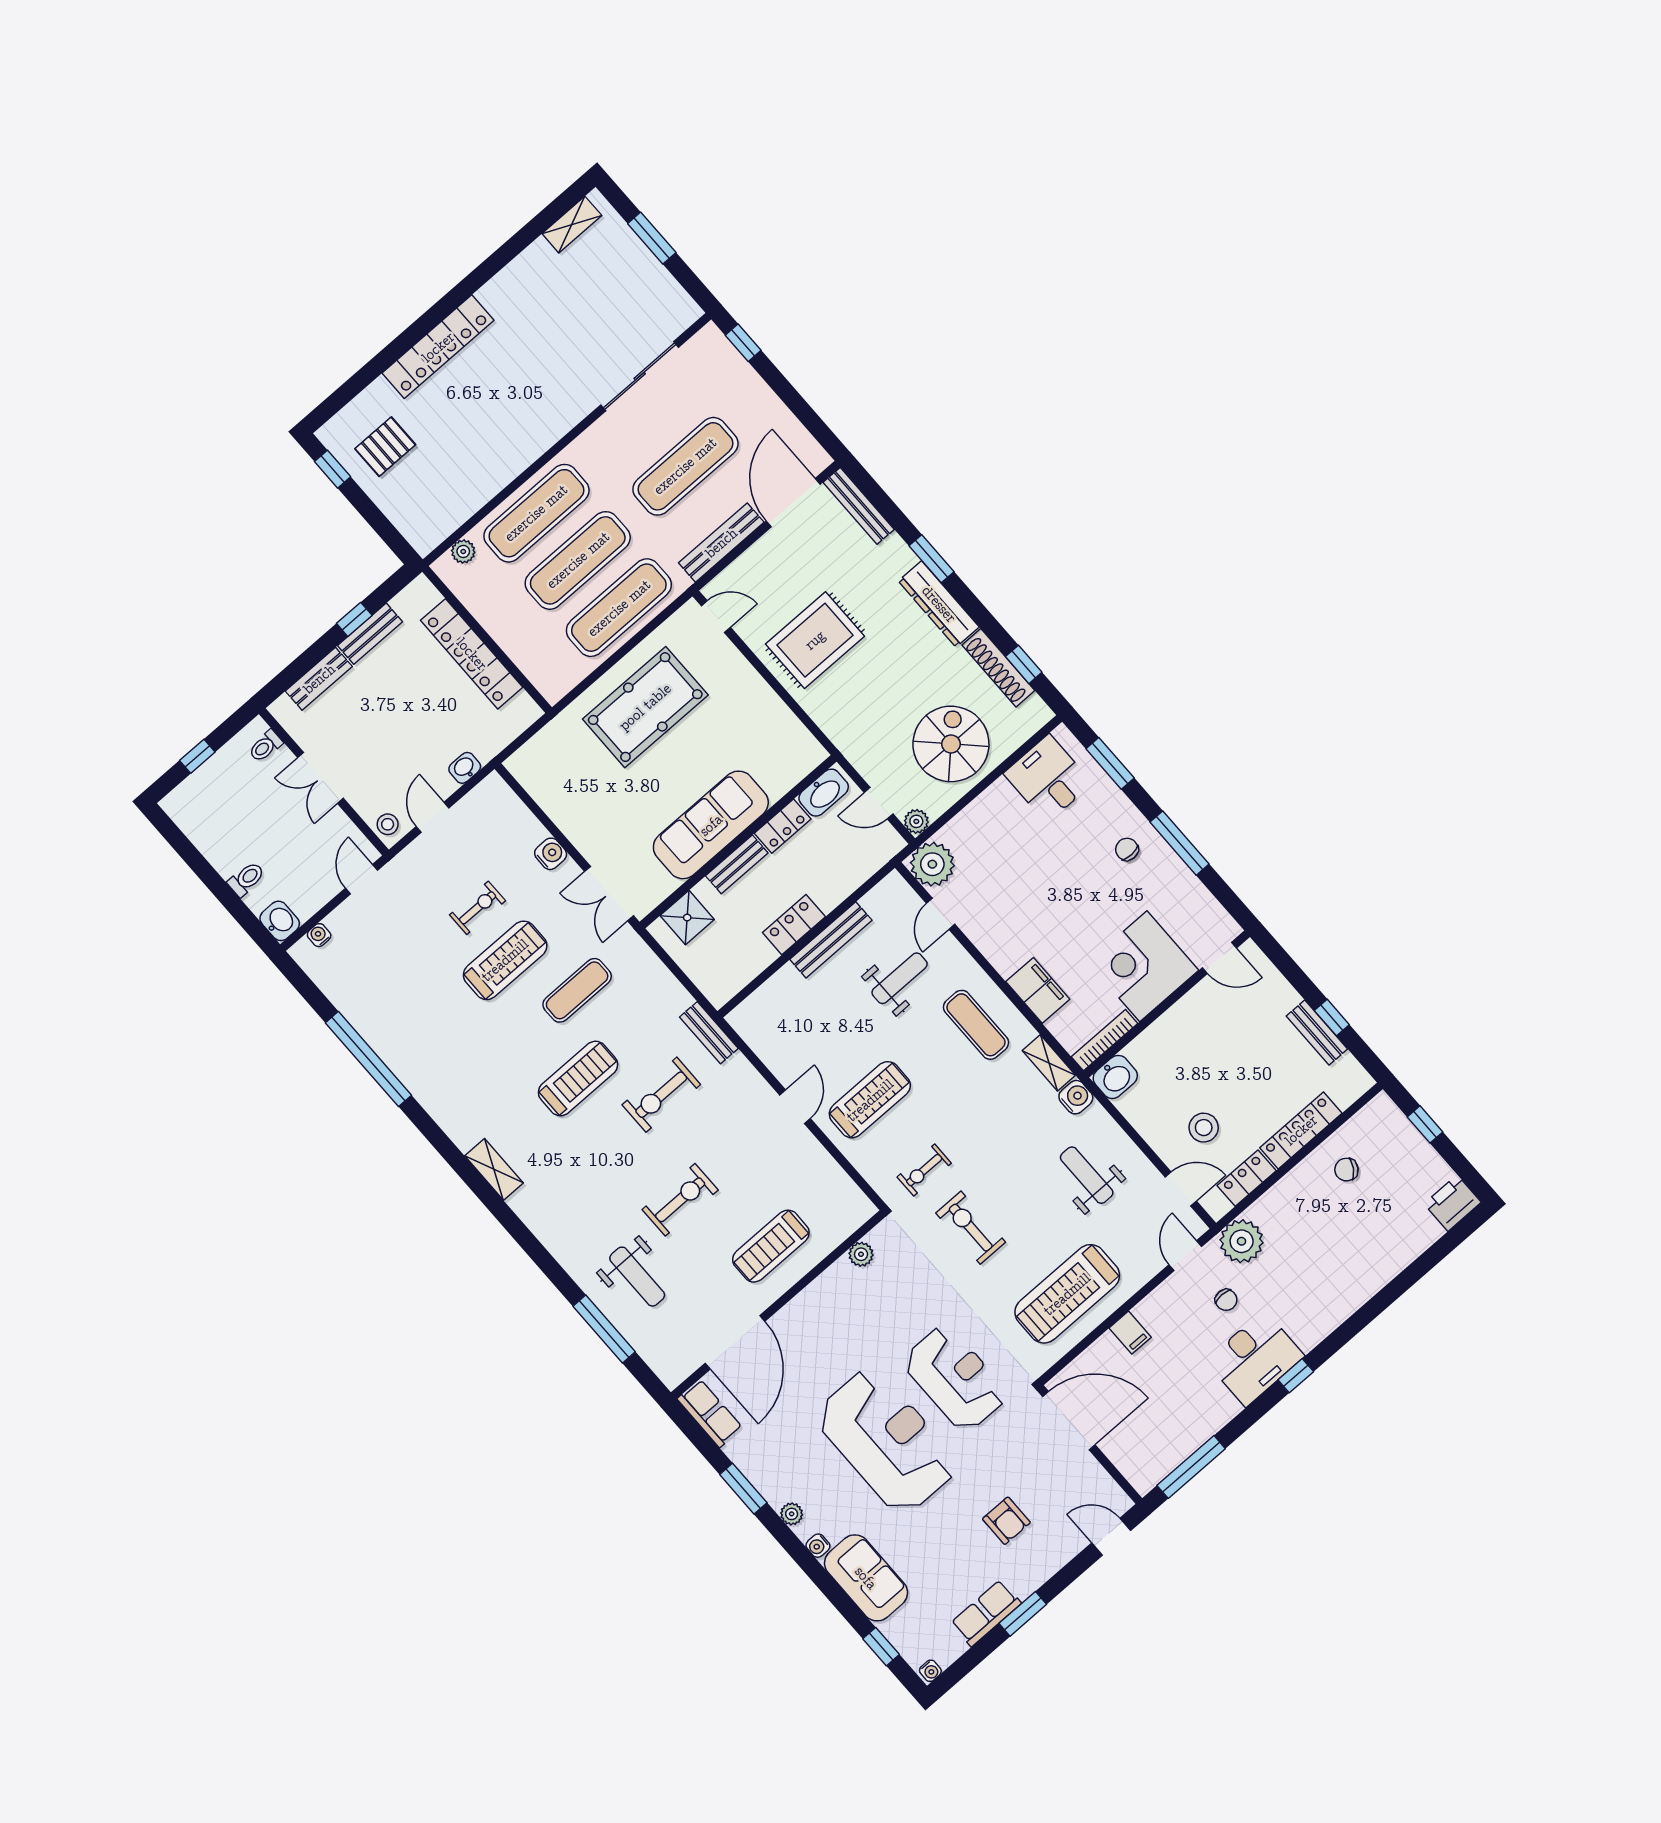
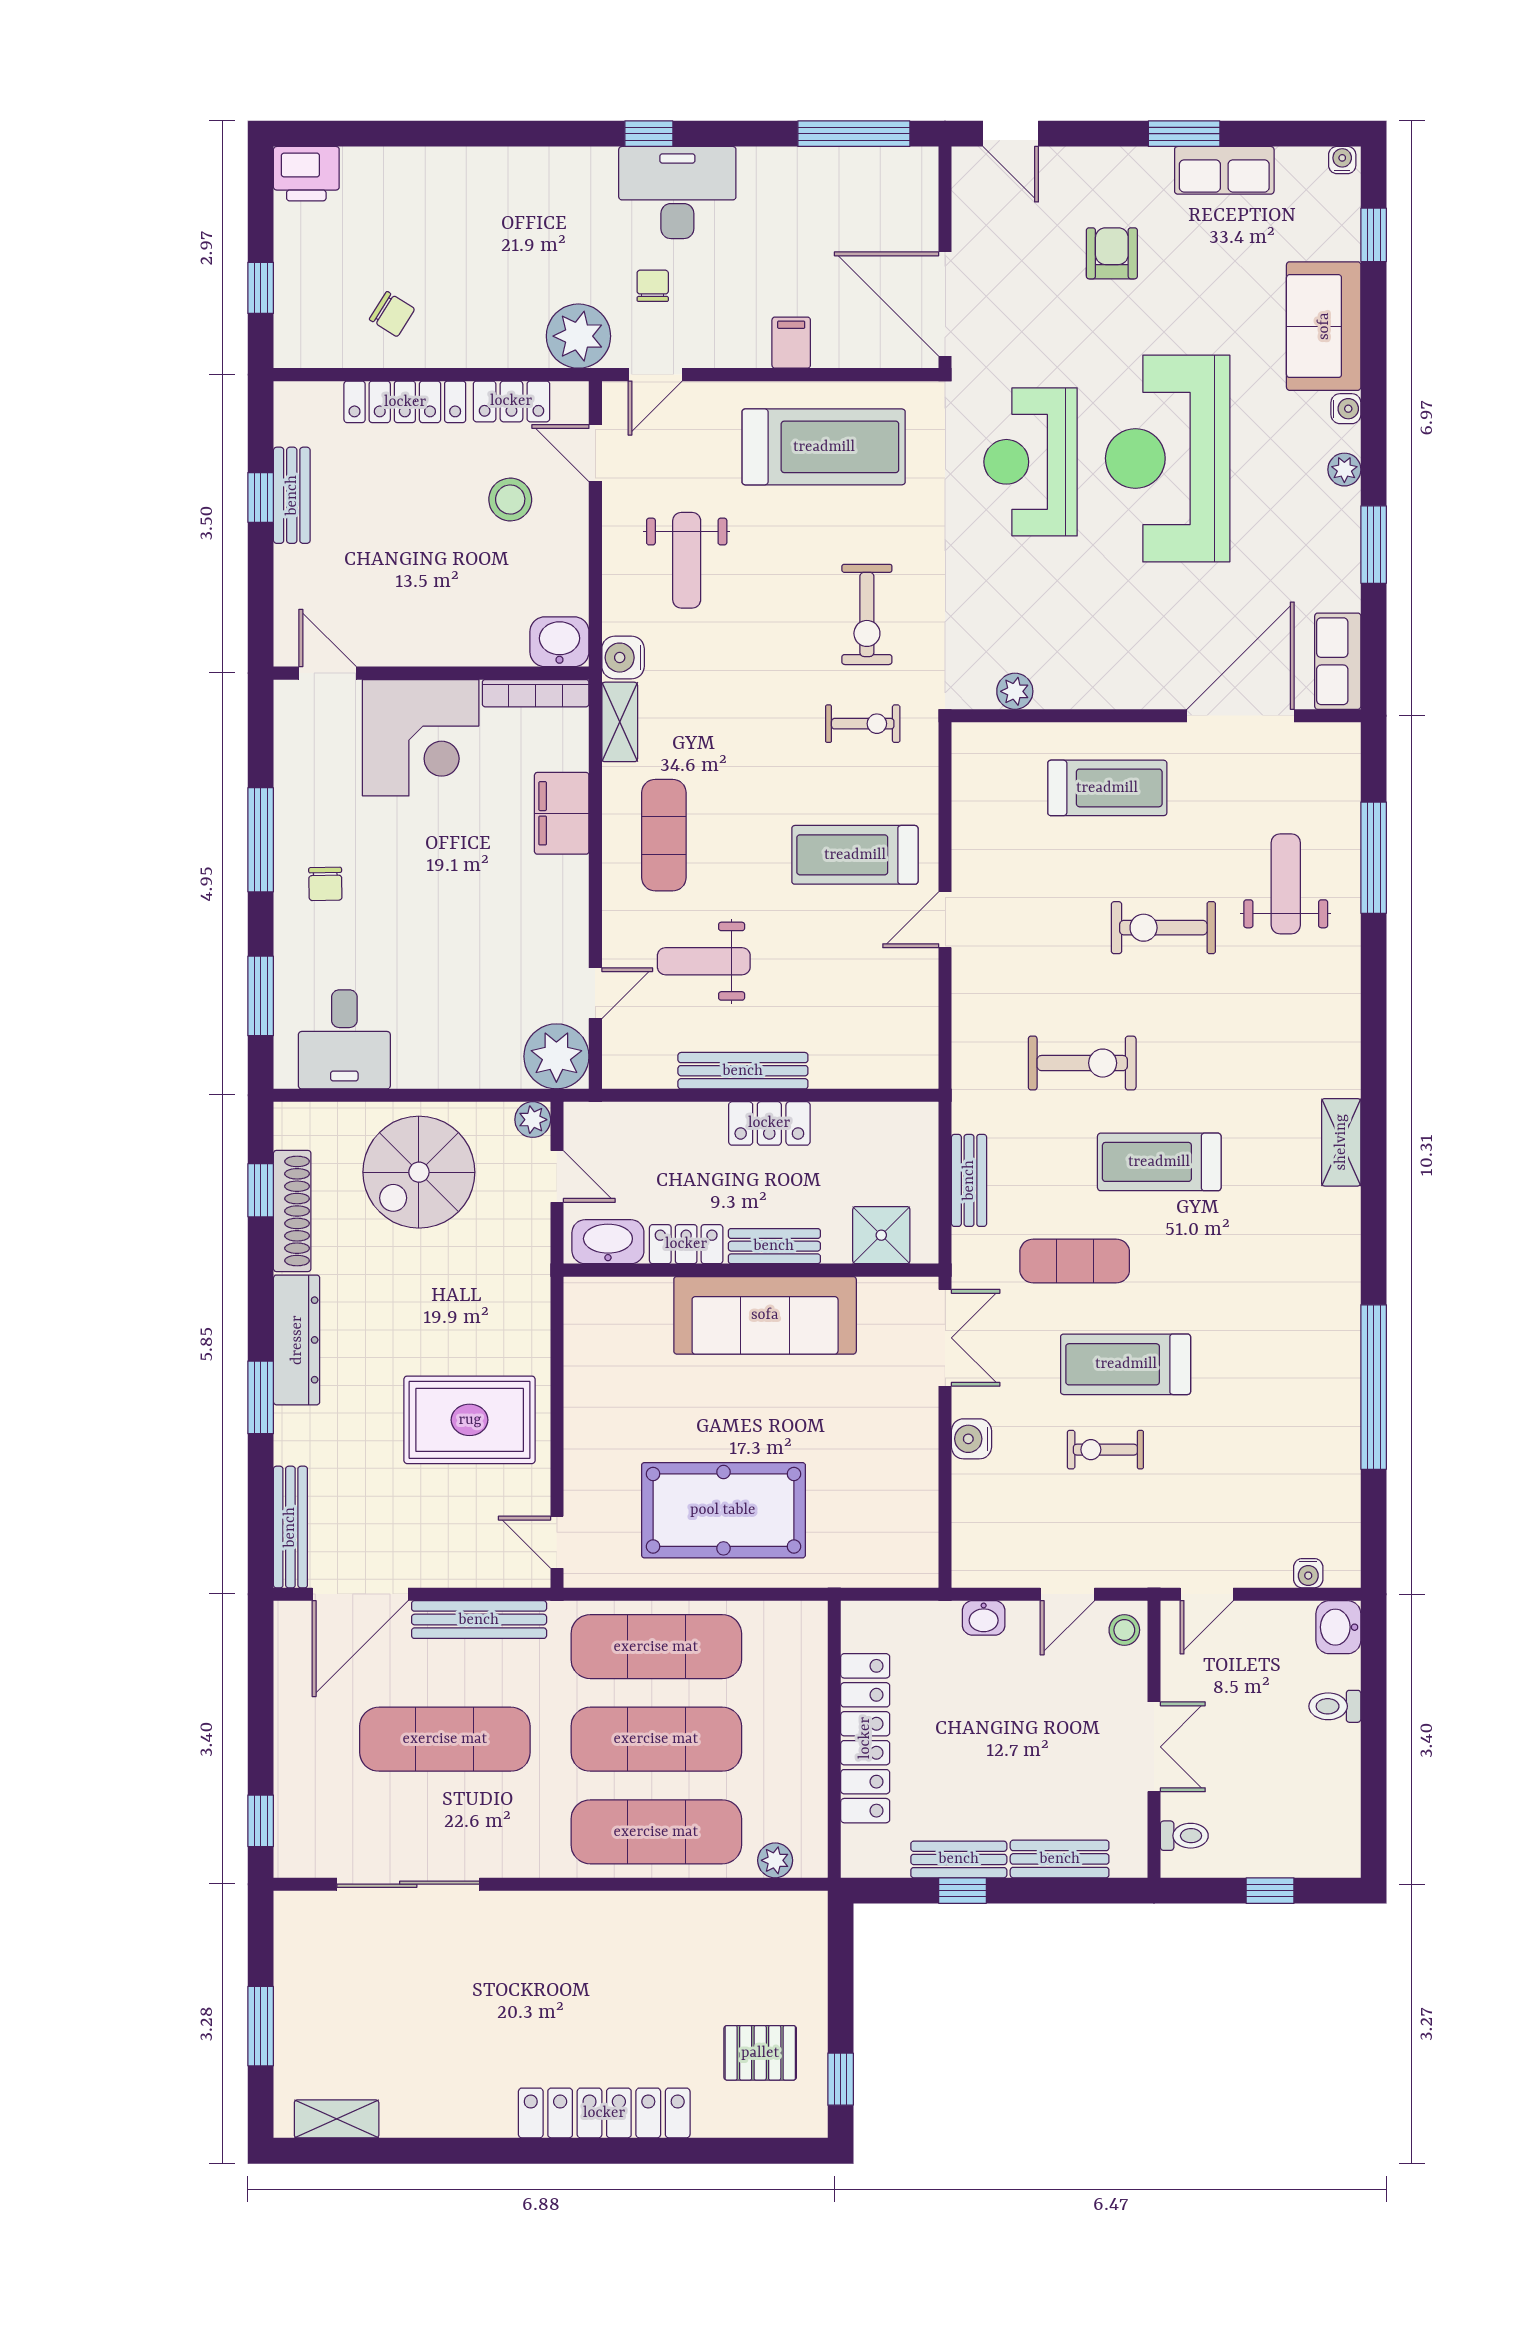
bench: (709, 1033) -> (969, 1180), moved

